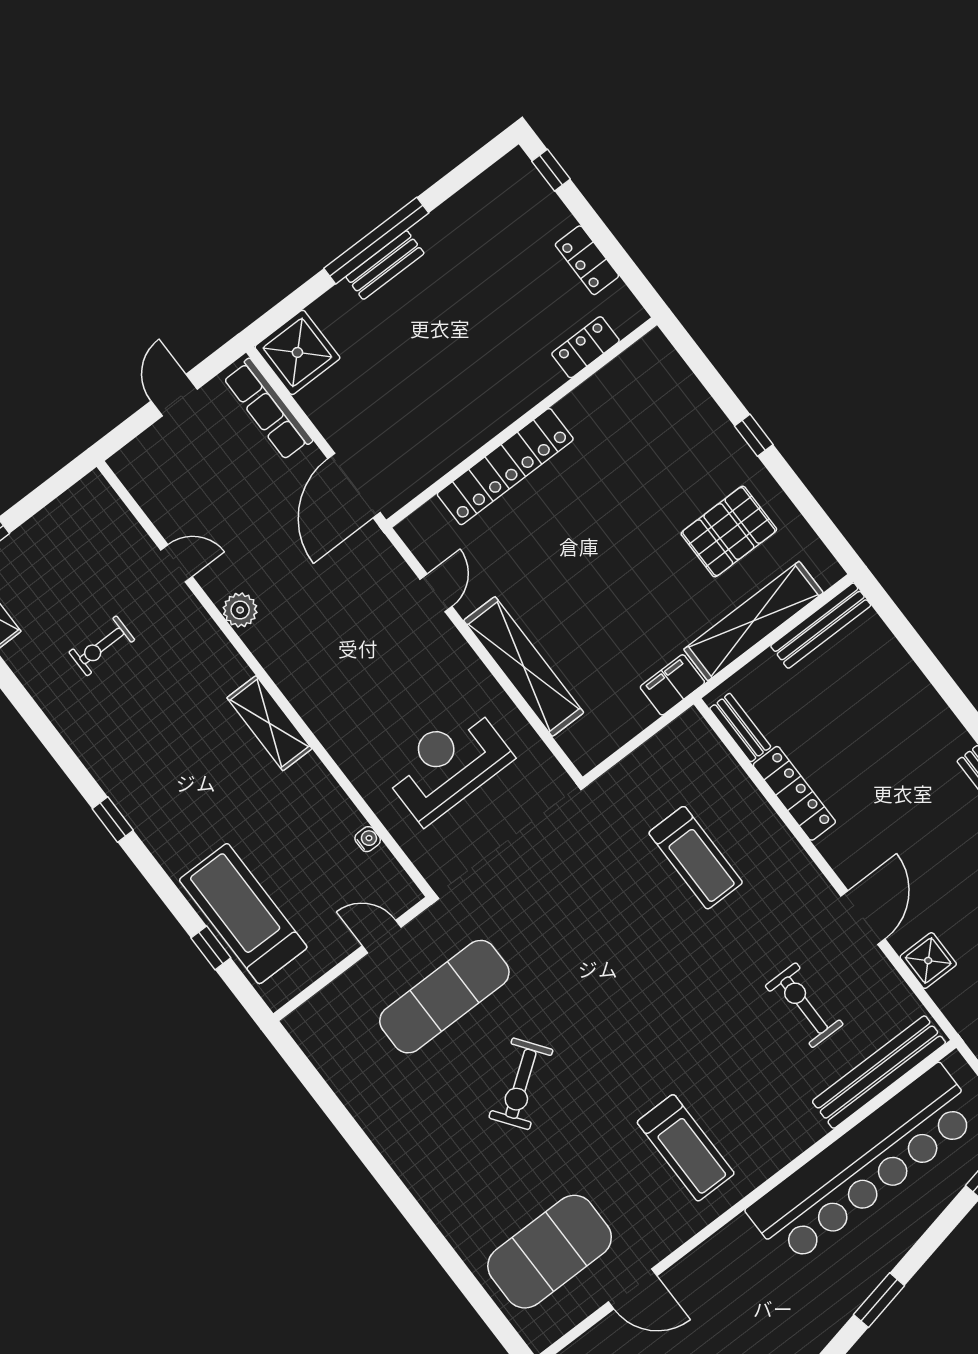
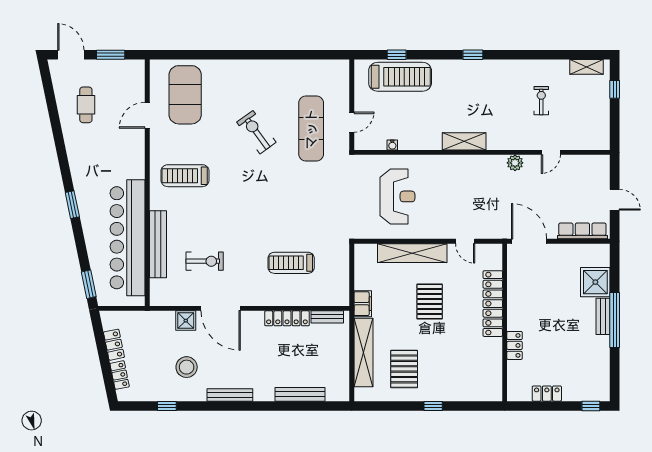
locker: (586, 347) -> (515, 345), moved
shower: (297, 352) -> (595, 282), moved
pallet: (583, 575) -> (430, 301), added
bench: (821, 626) -> (300, 394), moved, turned 90
door: (863, 918) -> (221, 308), width x1.36
bench: (879, 1072) -> (158, 244), moved

